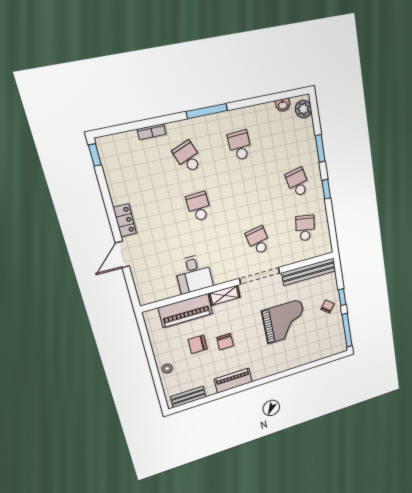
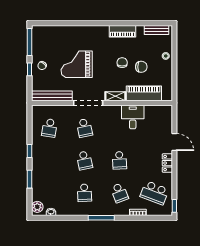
school desk: (133, 169) -> (154, 193), added
school desk: (298, 182) -> (84, 160), moved
door: (122, 255) -> (174, 142), hinge flipped

